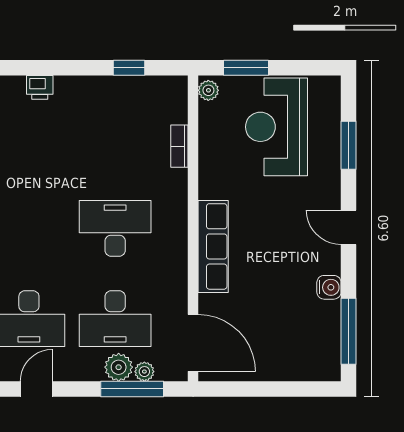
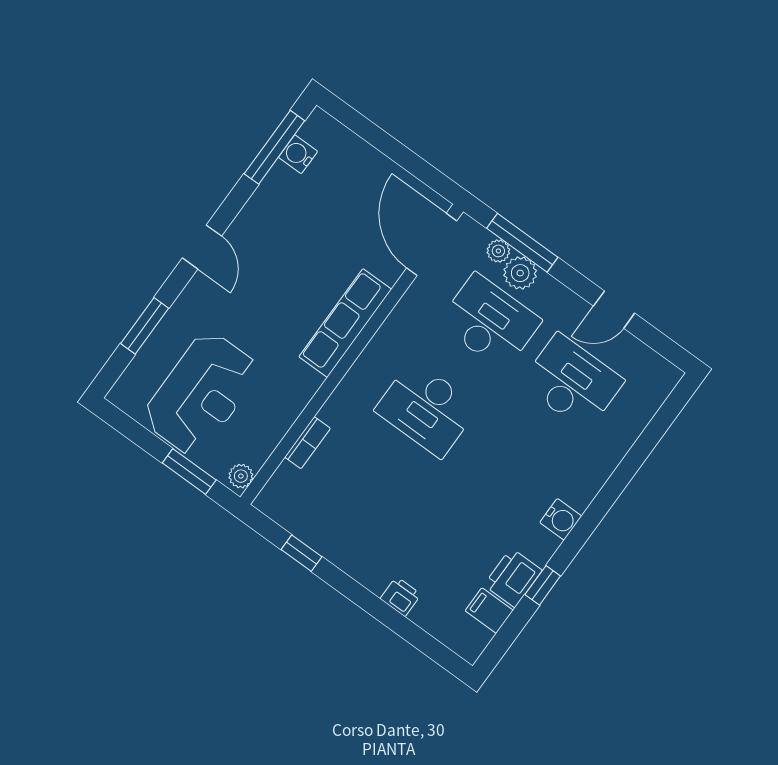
water cooler: (329, 287) -> (298, 154), moved

